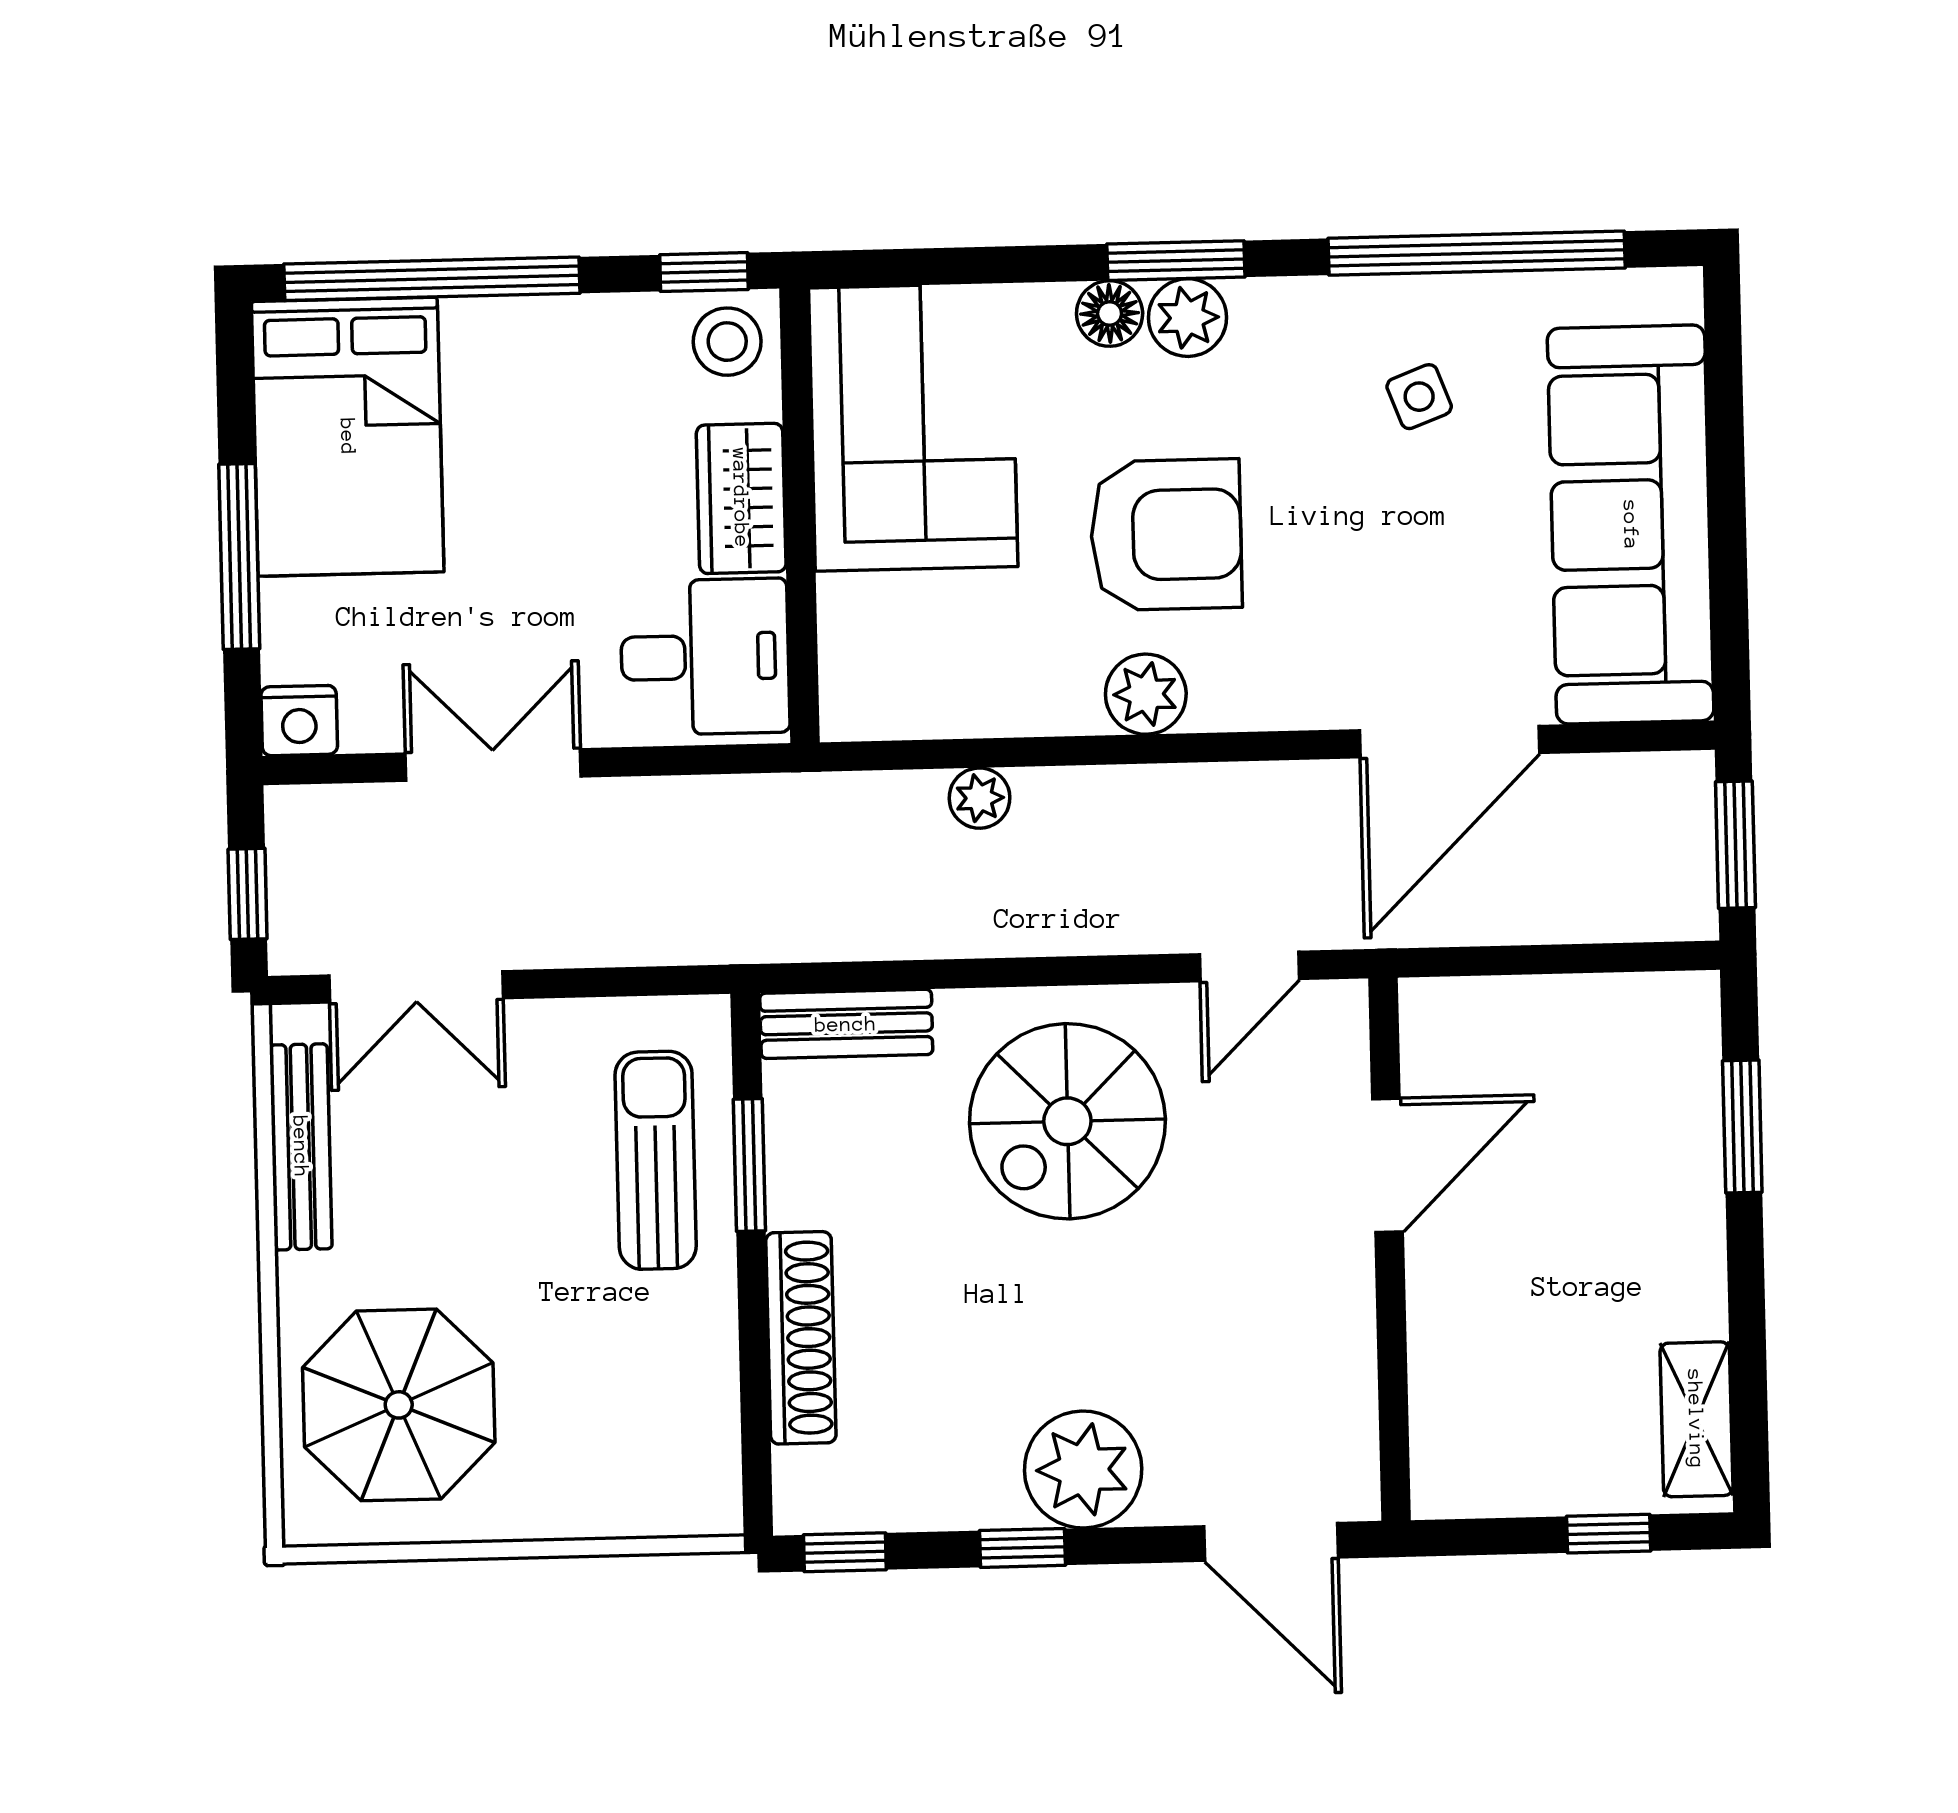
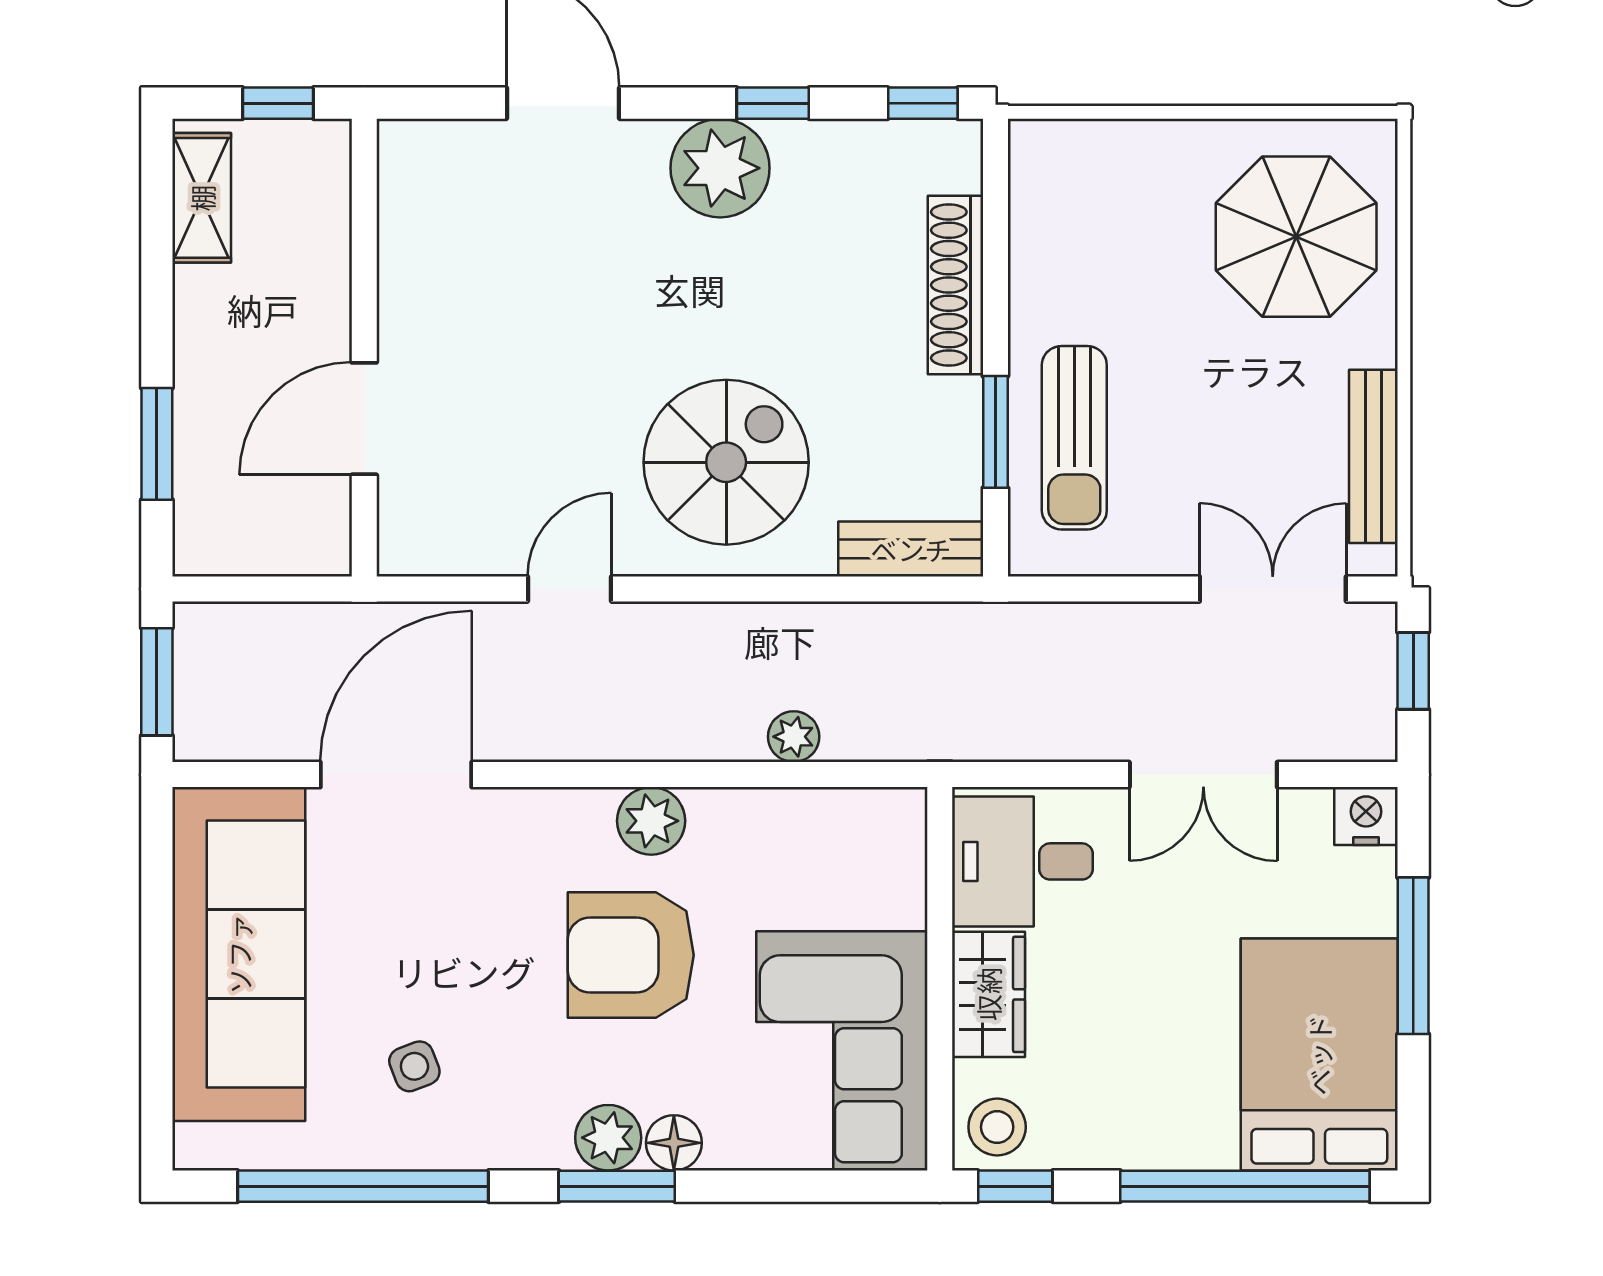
door: (1387, 1165) -> (364, 419), moved
wall: (1390, 1249) -> (364, 348), moved

